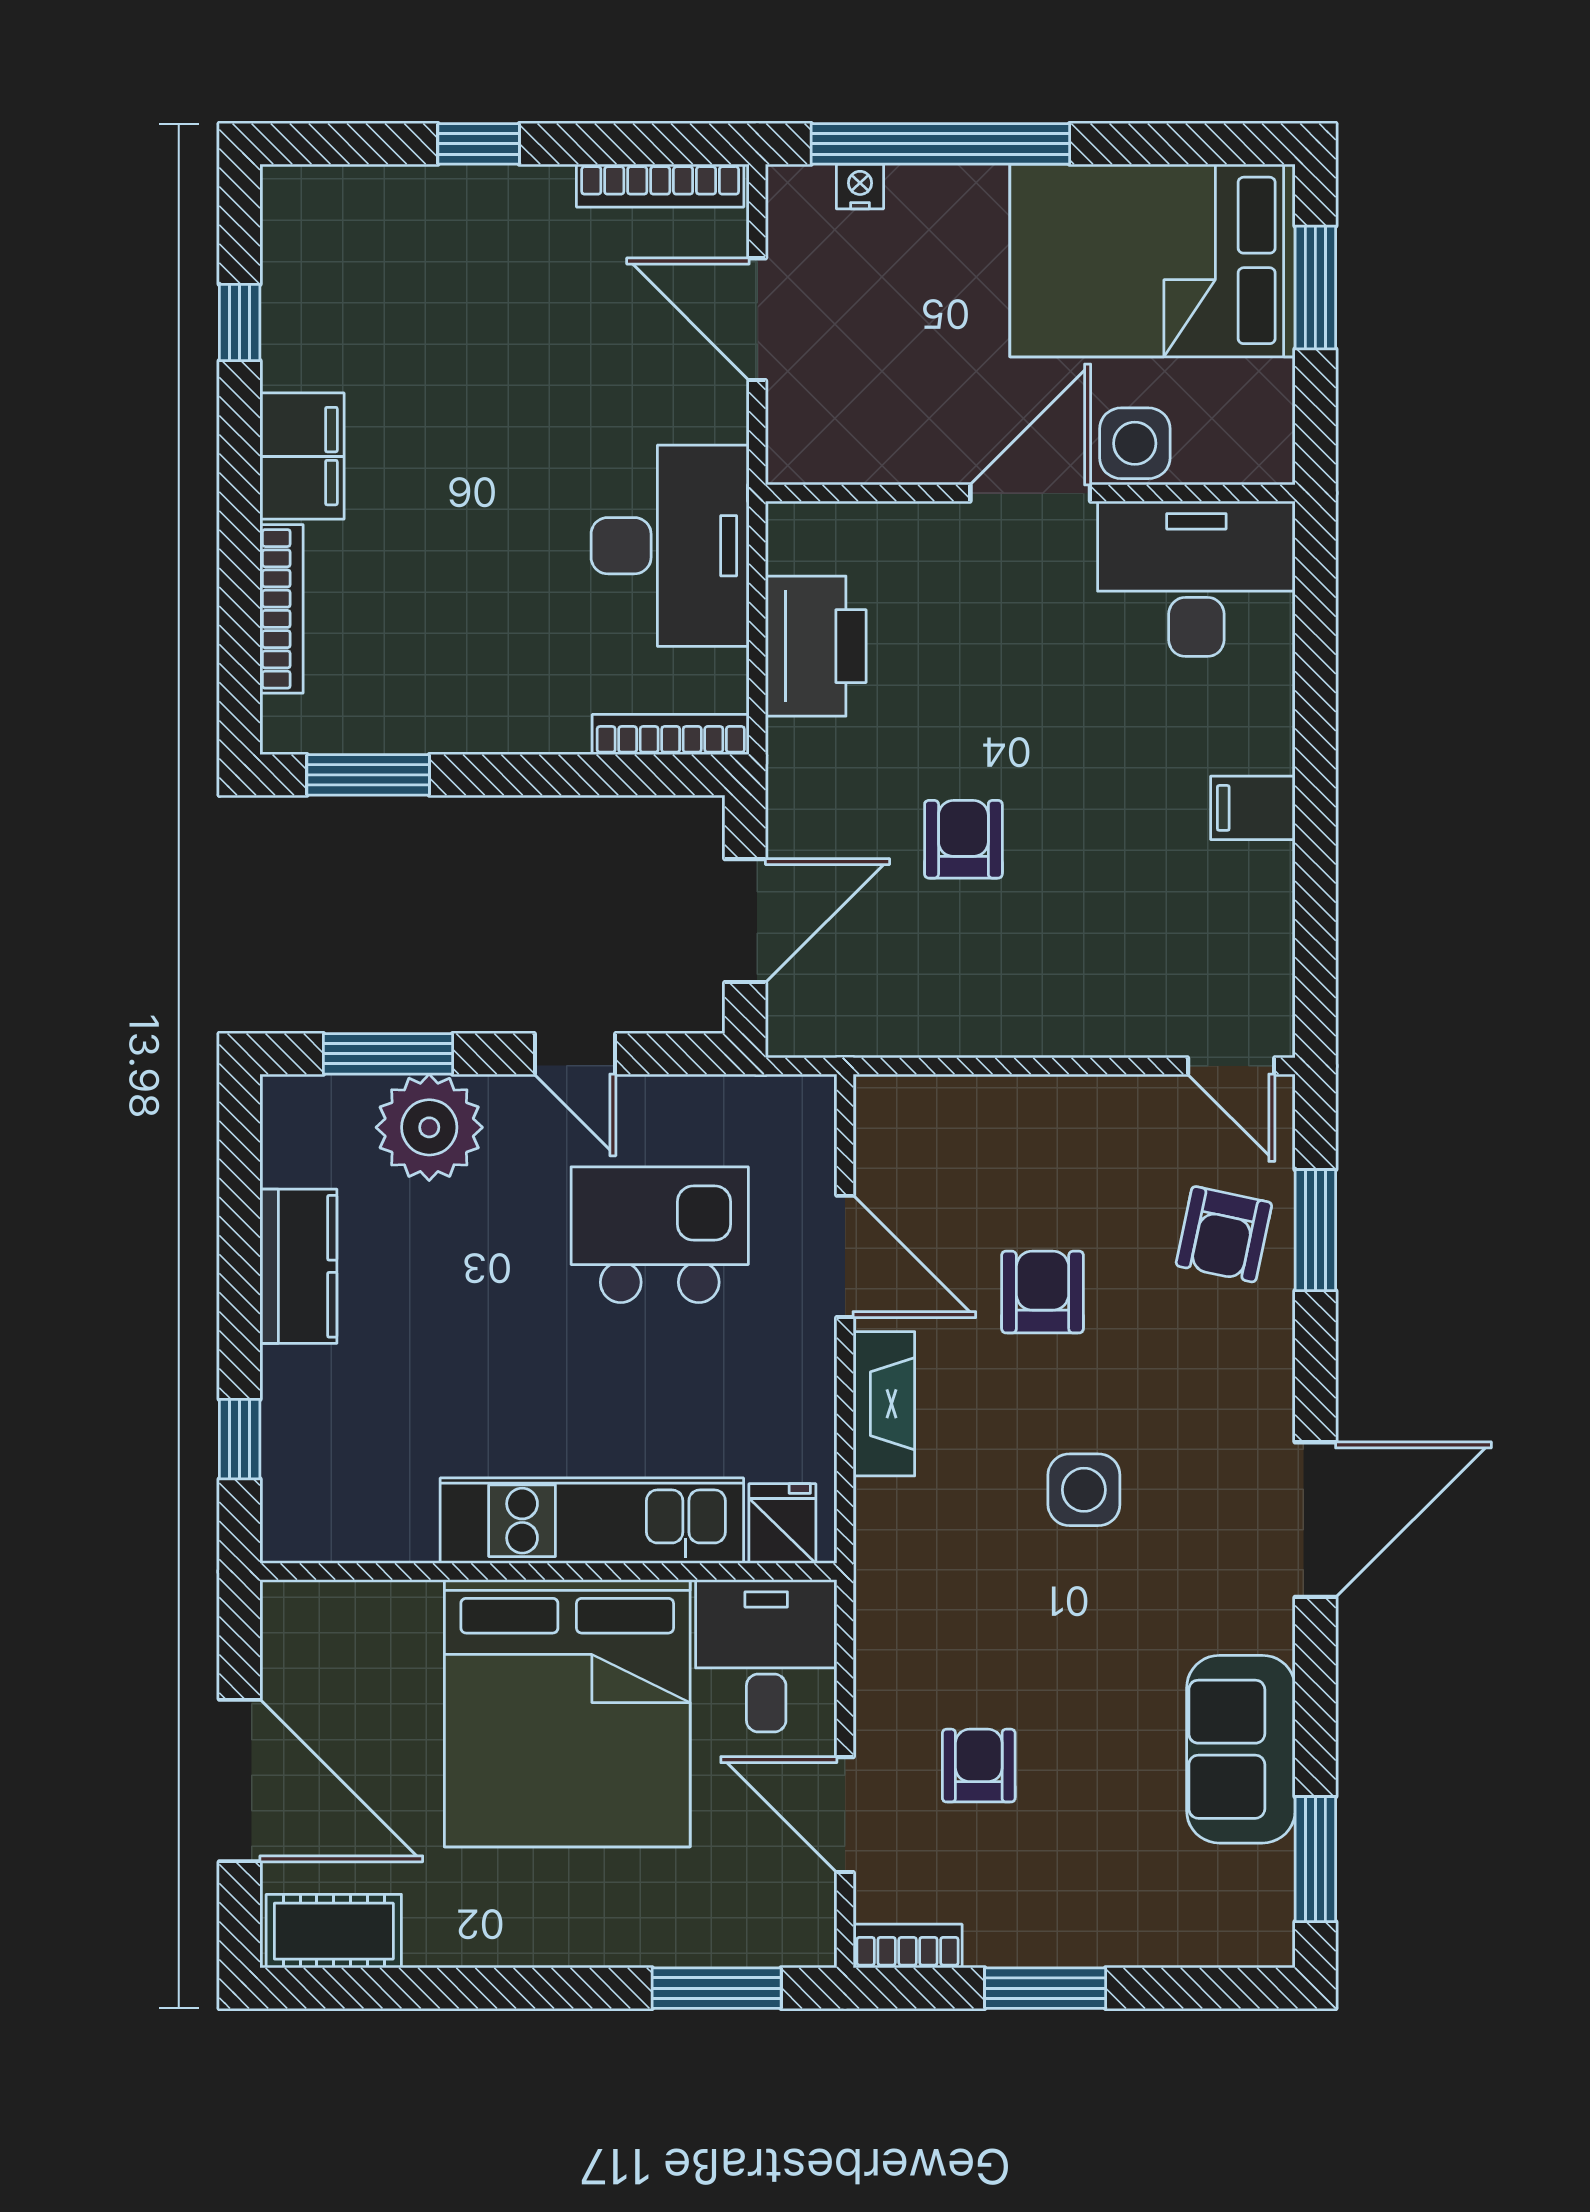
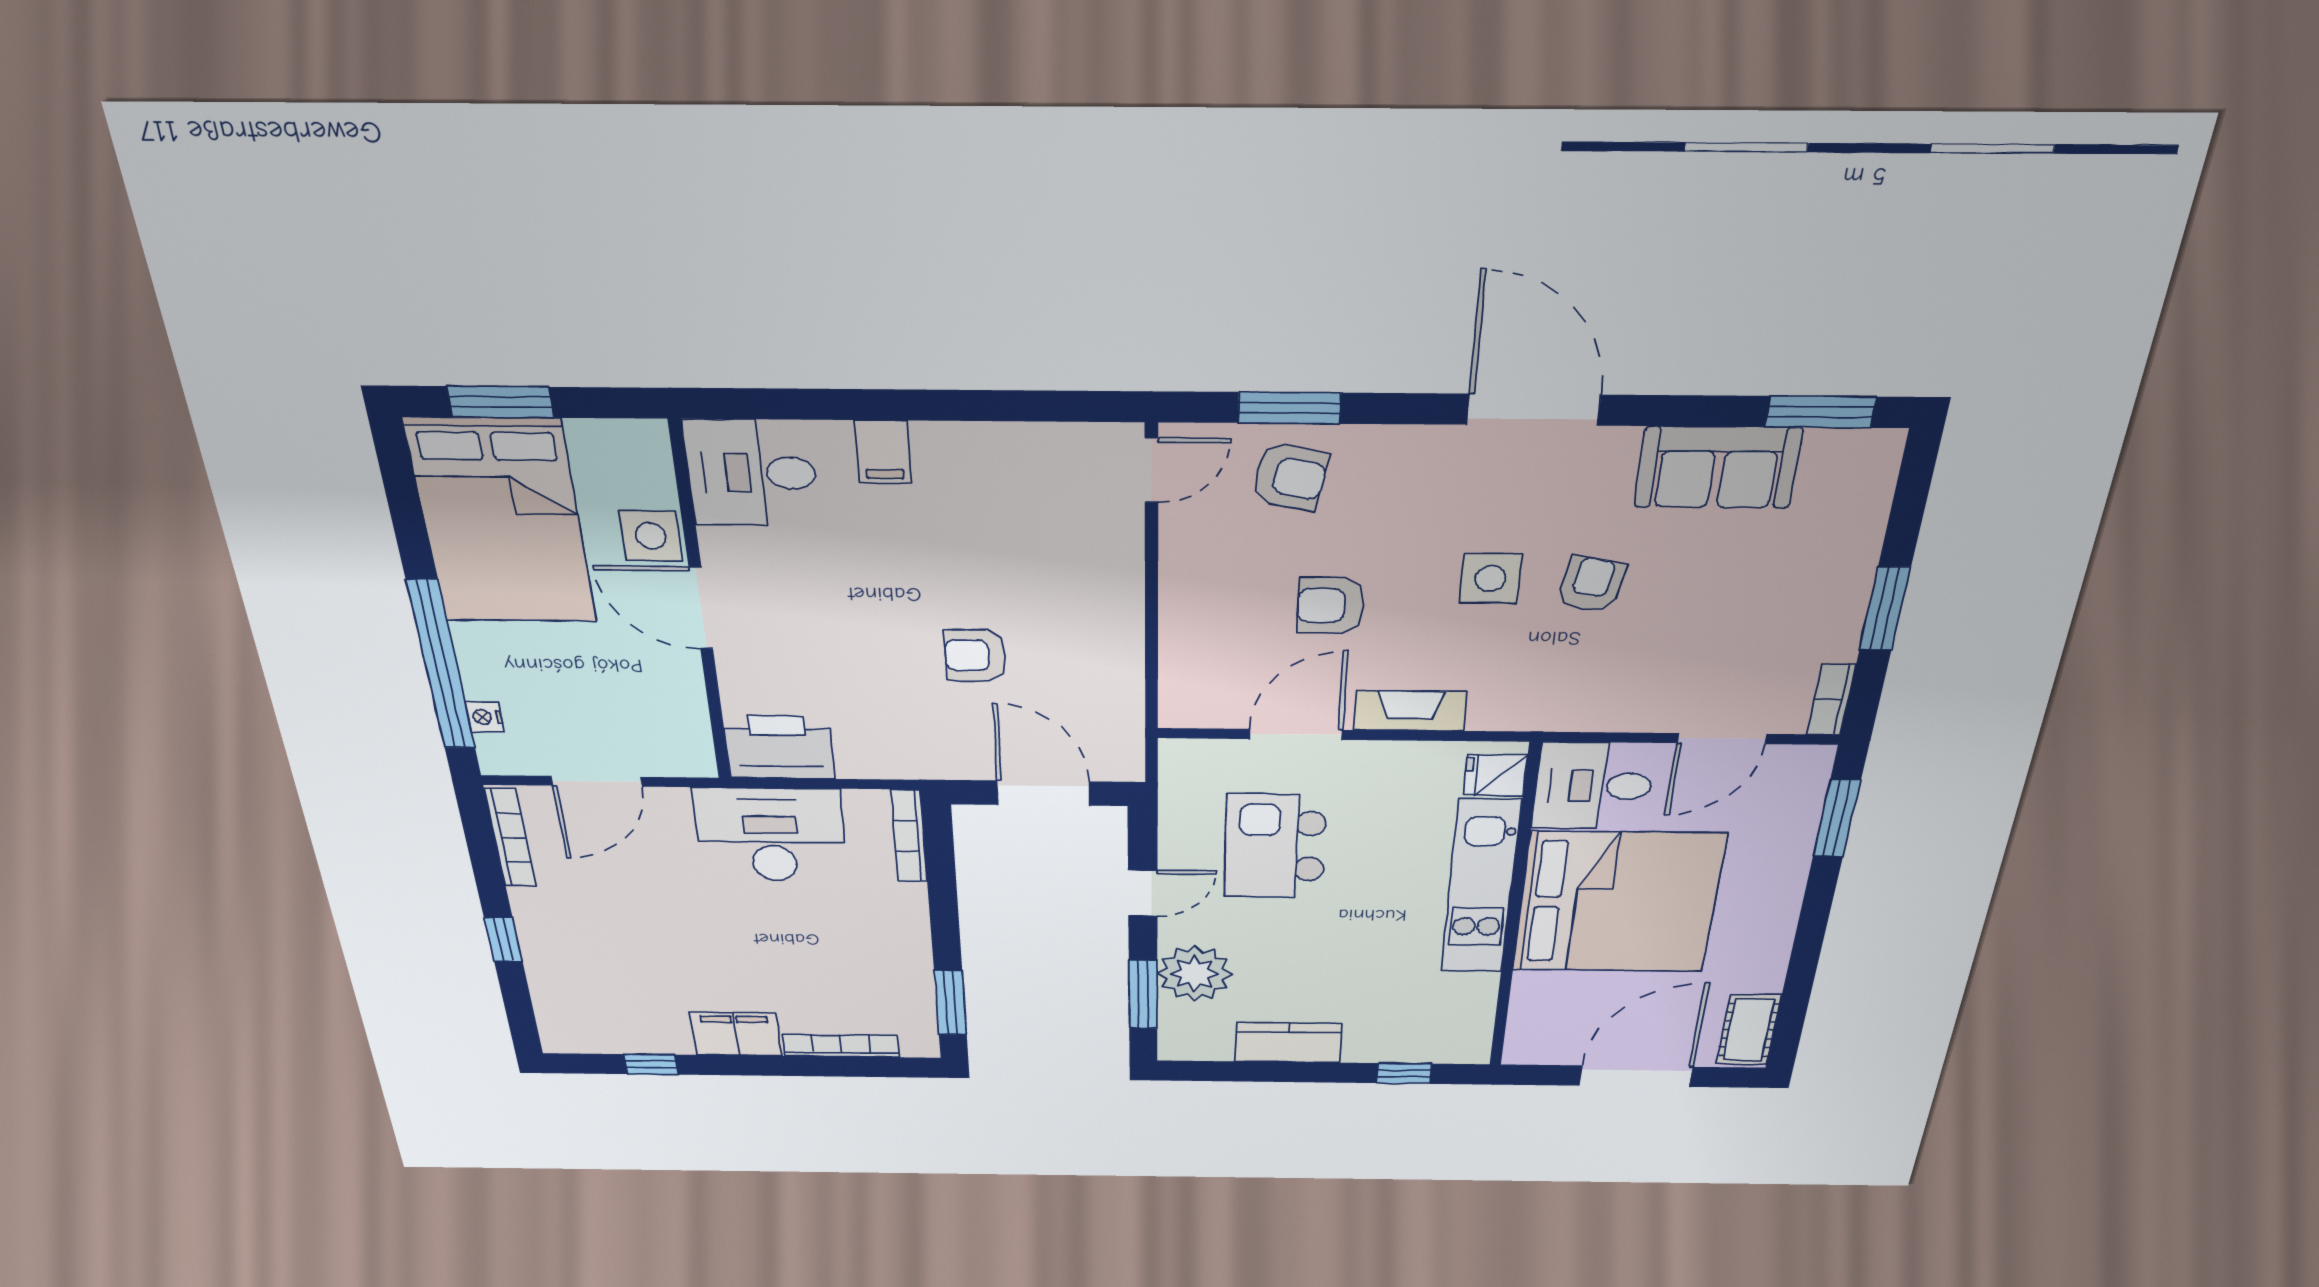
desk: (1196, 579) -> (752, 473), width x0.73
printer: (816, 646) -> (779, 748), moved
filing cabinet: (1253, 808) -> (883, 452), moved
armchair: (979, 1766) -> (1591, 584), moved, turned 101

